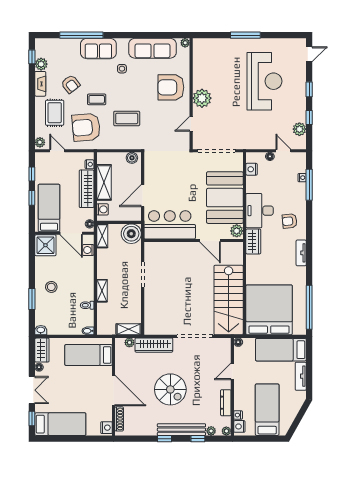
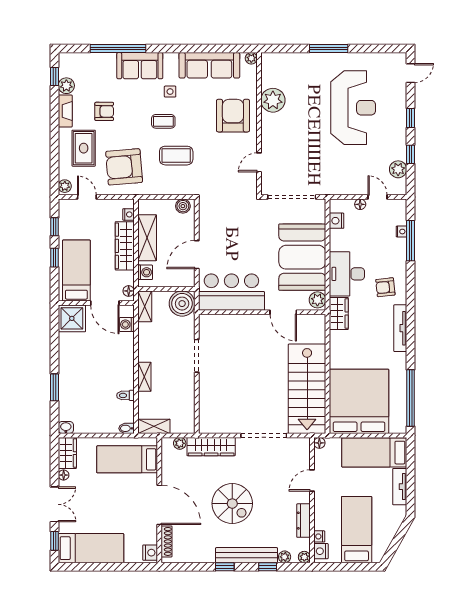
armchair: (71, 84) -> (104, 111), turned -52
armchair: (171, 87) -> (233, 116), turned 90
plant: (202, 98) -> (273, 100), moved
coffee table: (97, 99) -> (163, 121), moved
tv unit: (301, 253) -> (400, 328), width x1.41
stool: (51, 287) -> (79, 372), removed
shelving: (129, 329) -> (154, 426), moved

